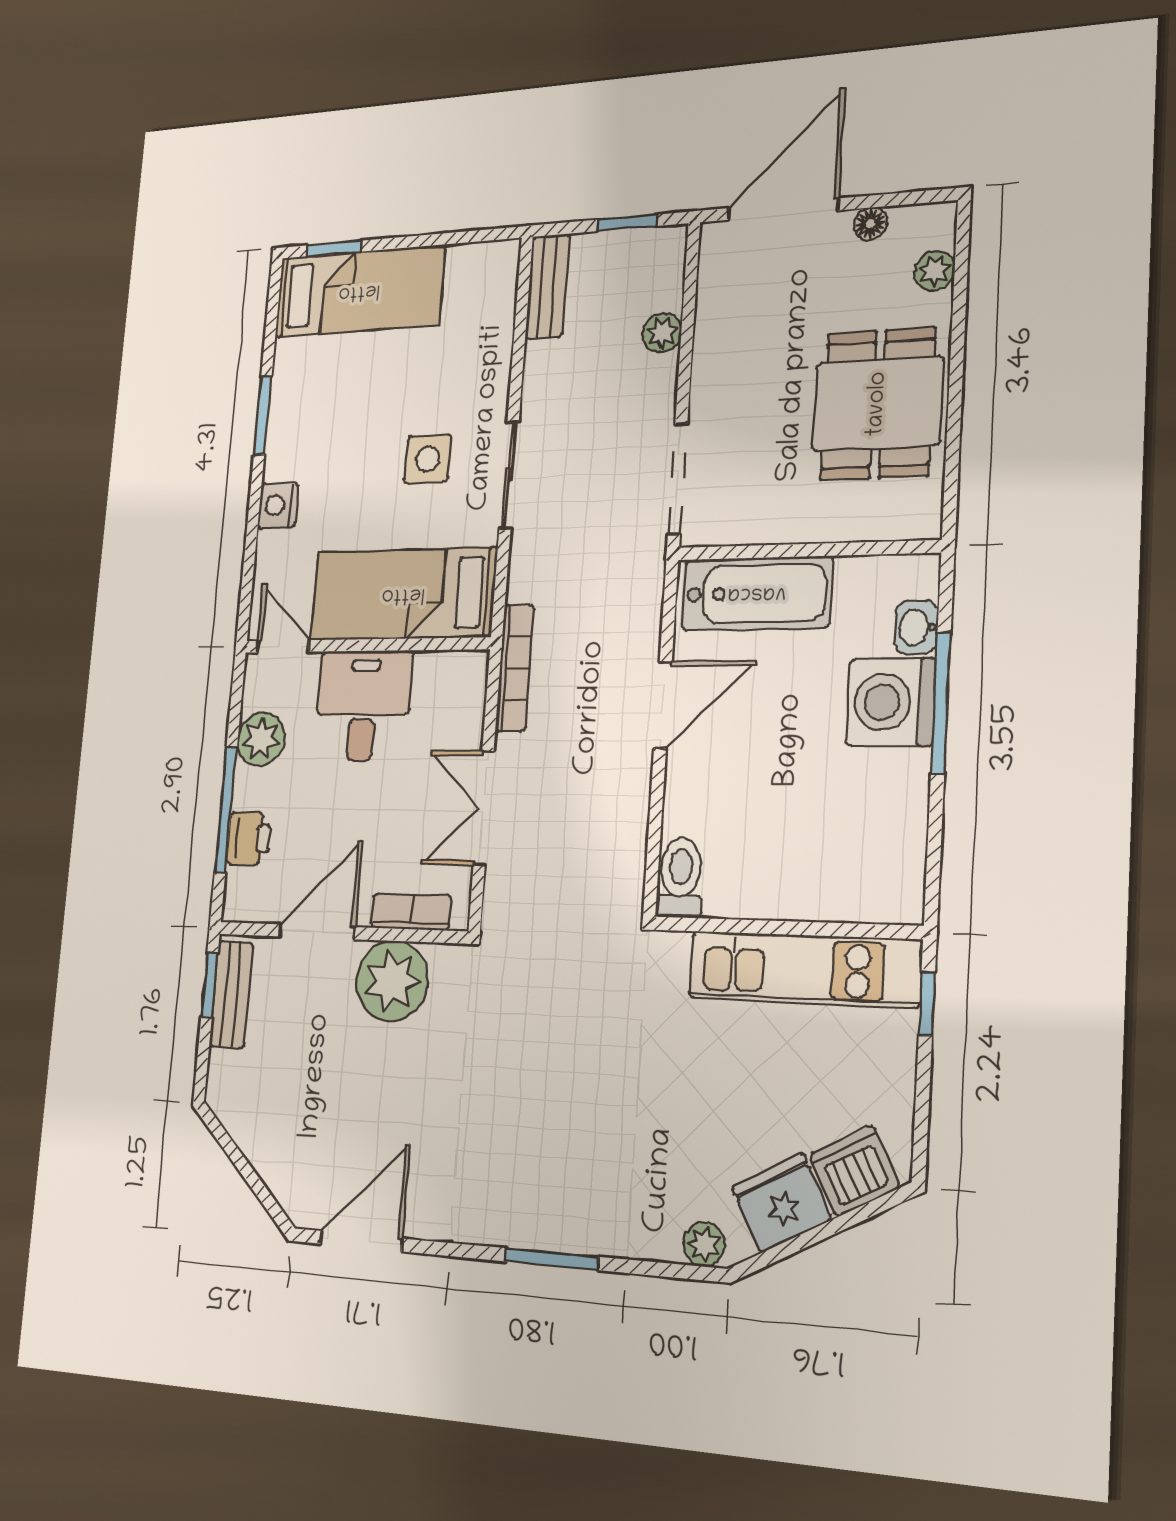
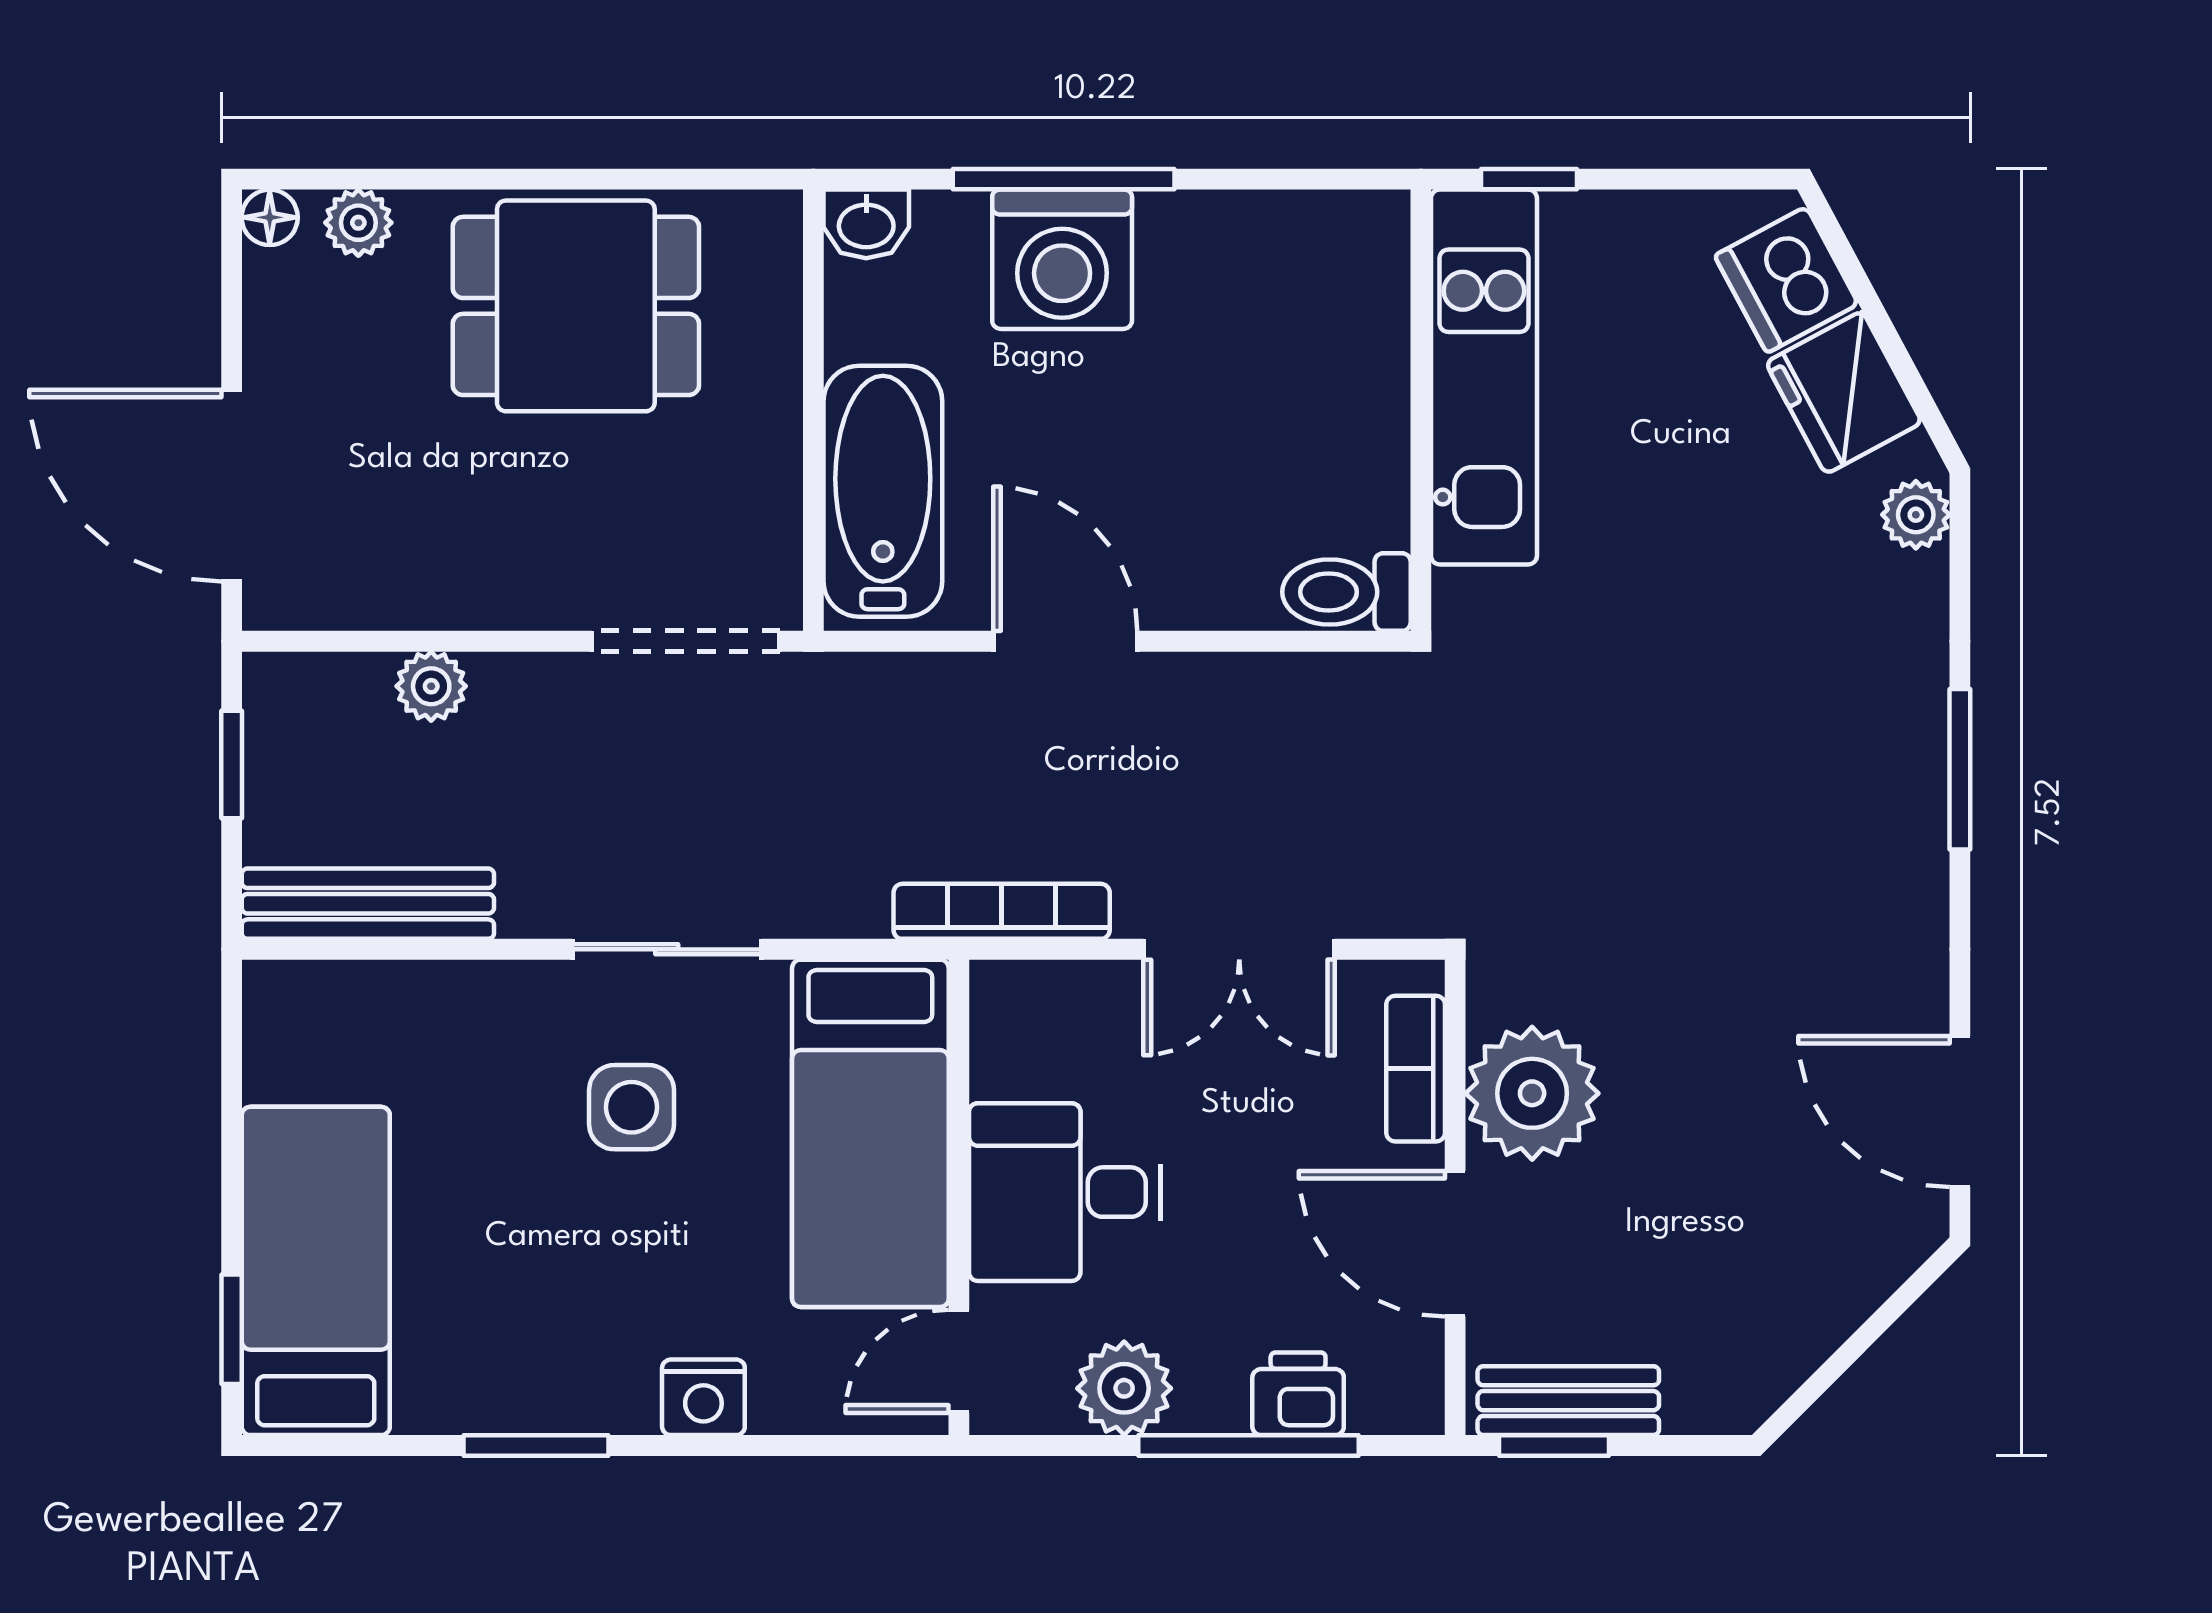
floor lamp: (870, 224) -> (270, 217), moved
bench: (547, 286) -> (368, 904), width x1.36
washbasin: (917, 627) -> (866, 224), moved

